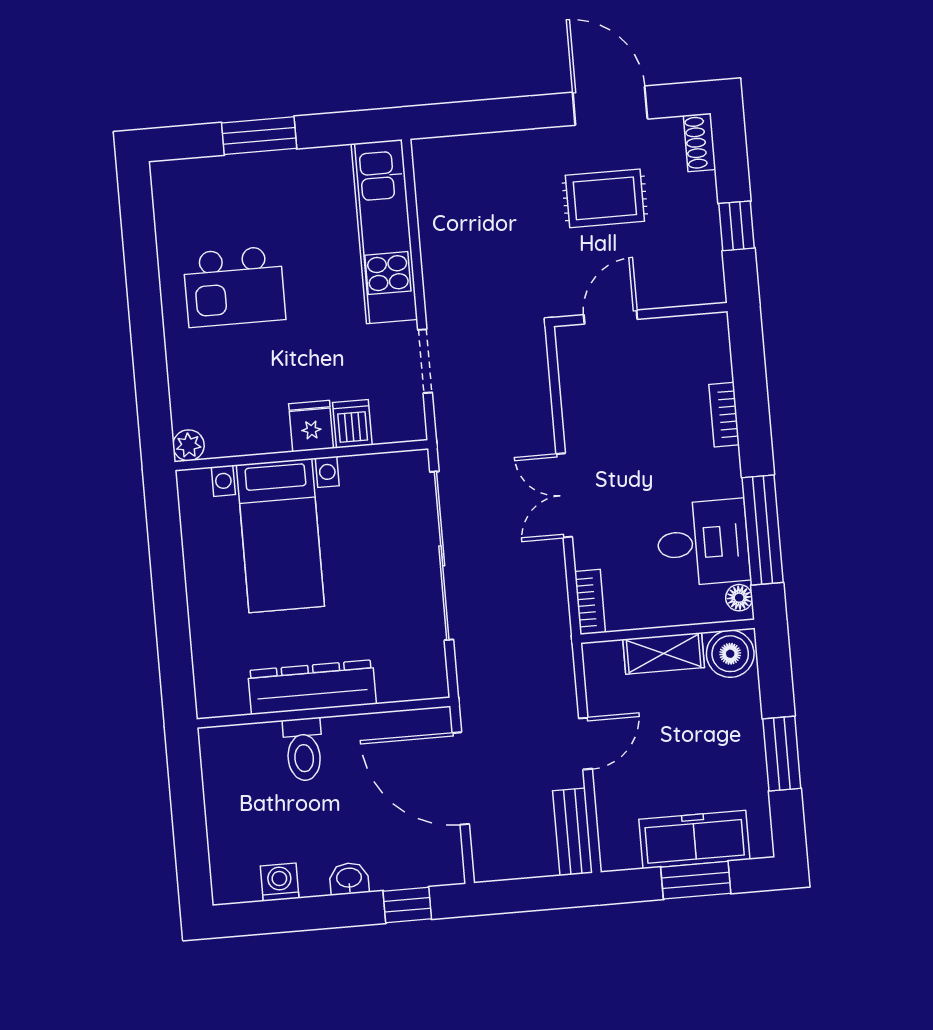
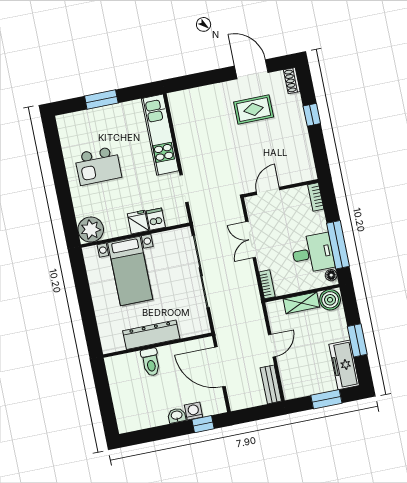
wall: (640, 314) -> (281, 188), moved
door: (611, 317) -> (268, 191), moved
plant: (188, 445) -> (91, 230), width x1.88, depth x1.88
freezer: (694, 839) -> (344, 365), moved, turned -90
washing machine: (280, 882) -> (194, 411), moved

